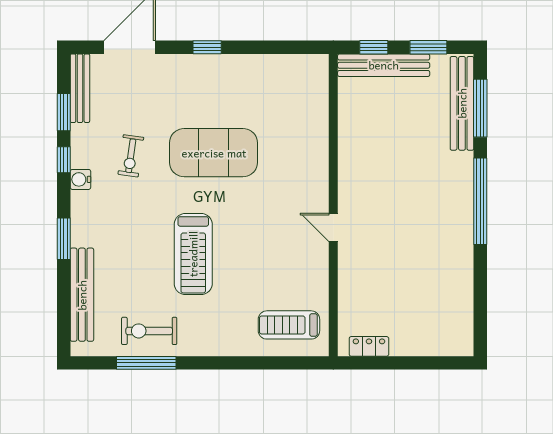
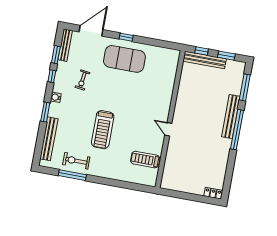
bench: (462, 103) -> (231, 117), moved
exercise mat: (214, 153) -> (124, 59), moved
water cooler: (80, 179) -> (56, 97), moved
treadmill: (289, 325) -> (145, 160), moved
locker: (369, 346) -> (213, 193), moved

